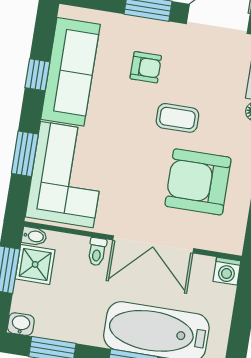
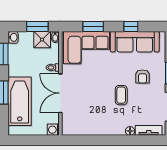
armchair: (198, 182) -> (93, 109), removed

